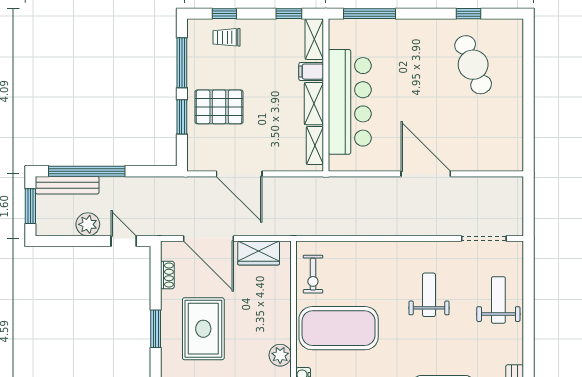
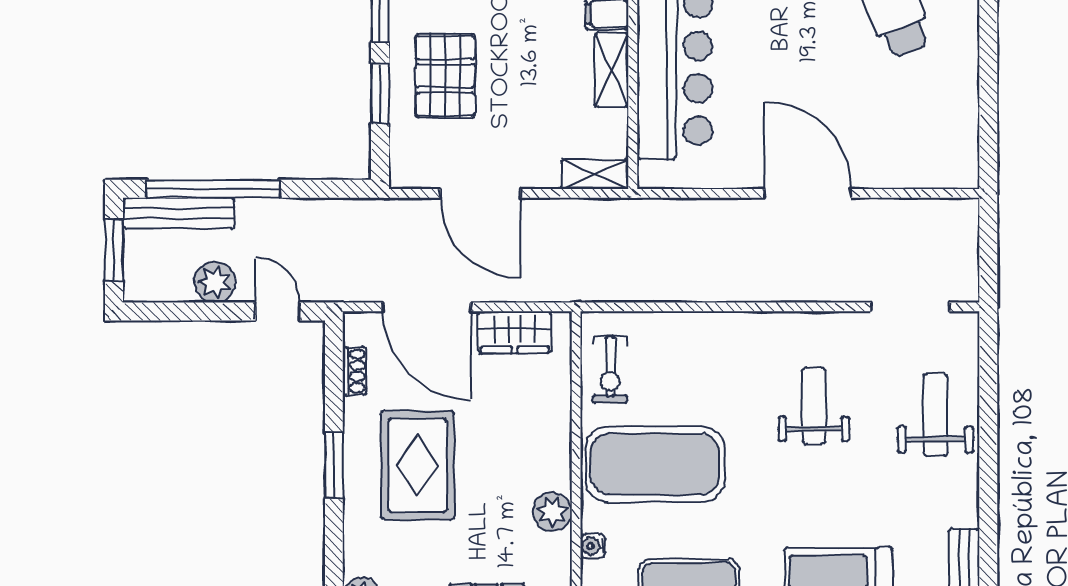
pallet: (219, 107) -> (445, 76), turned 90
shelving: (315, 145) -> (595, 174), moved, turned 90

